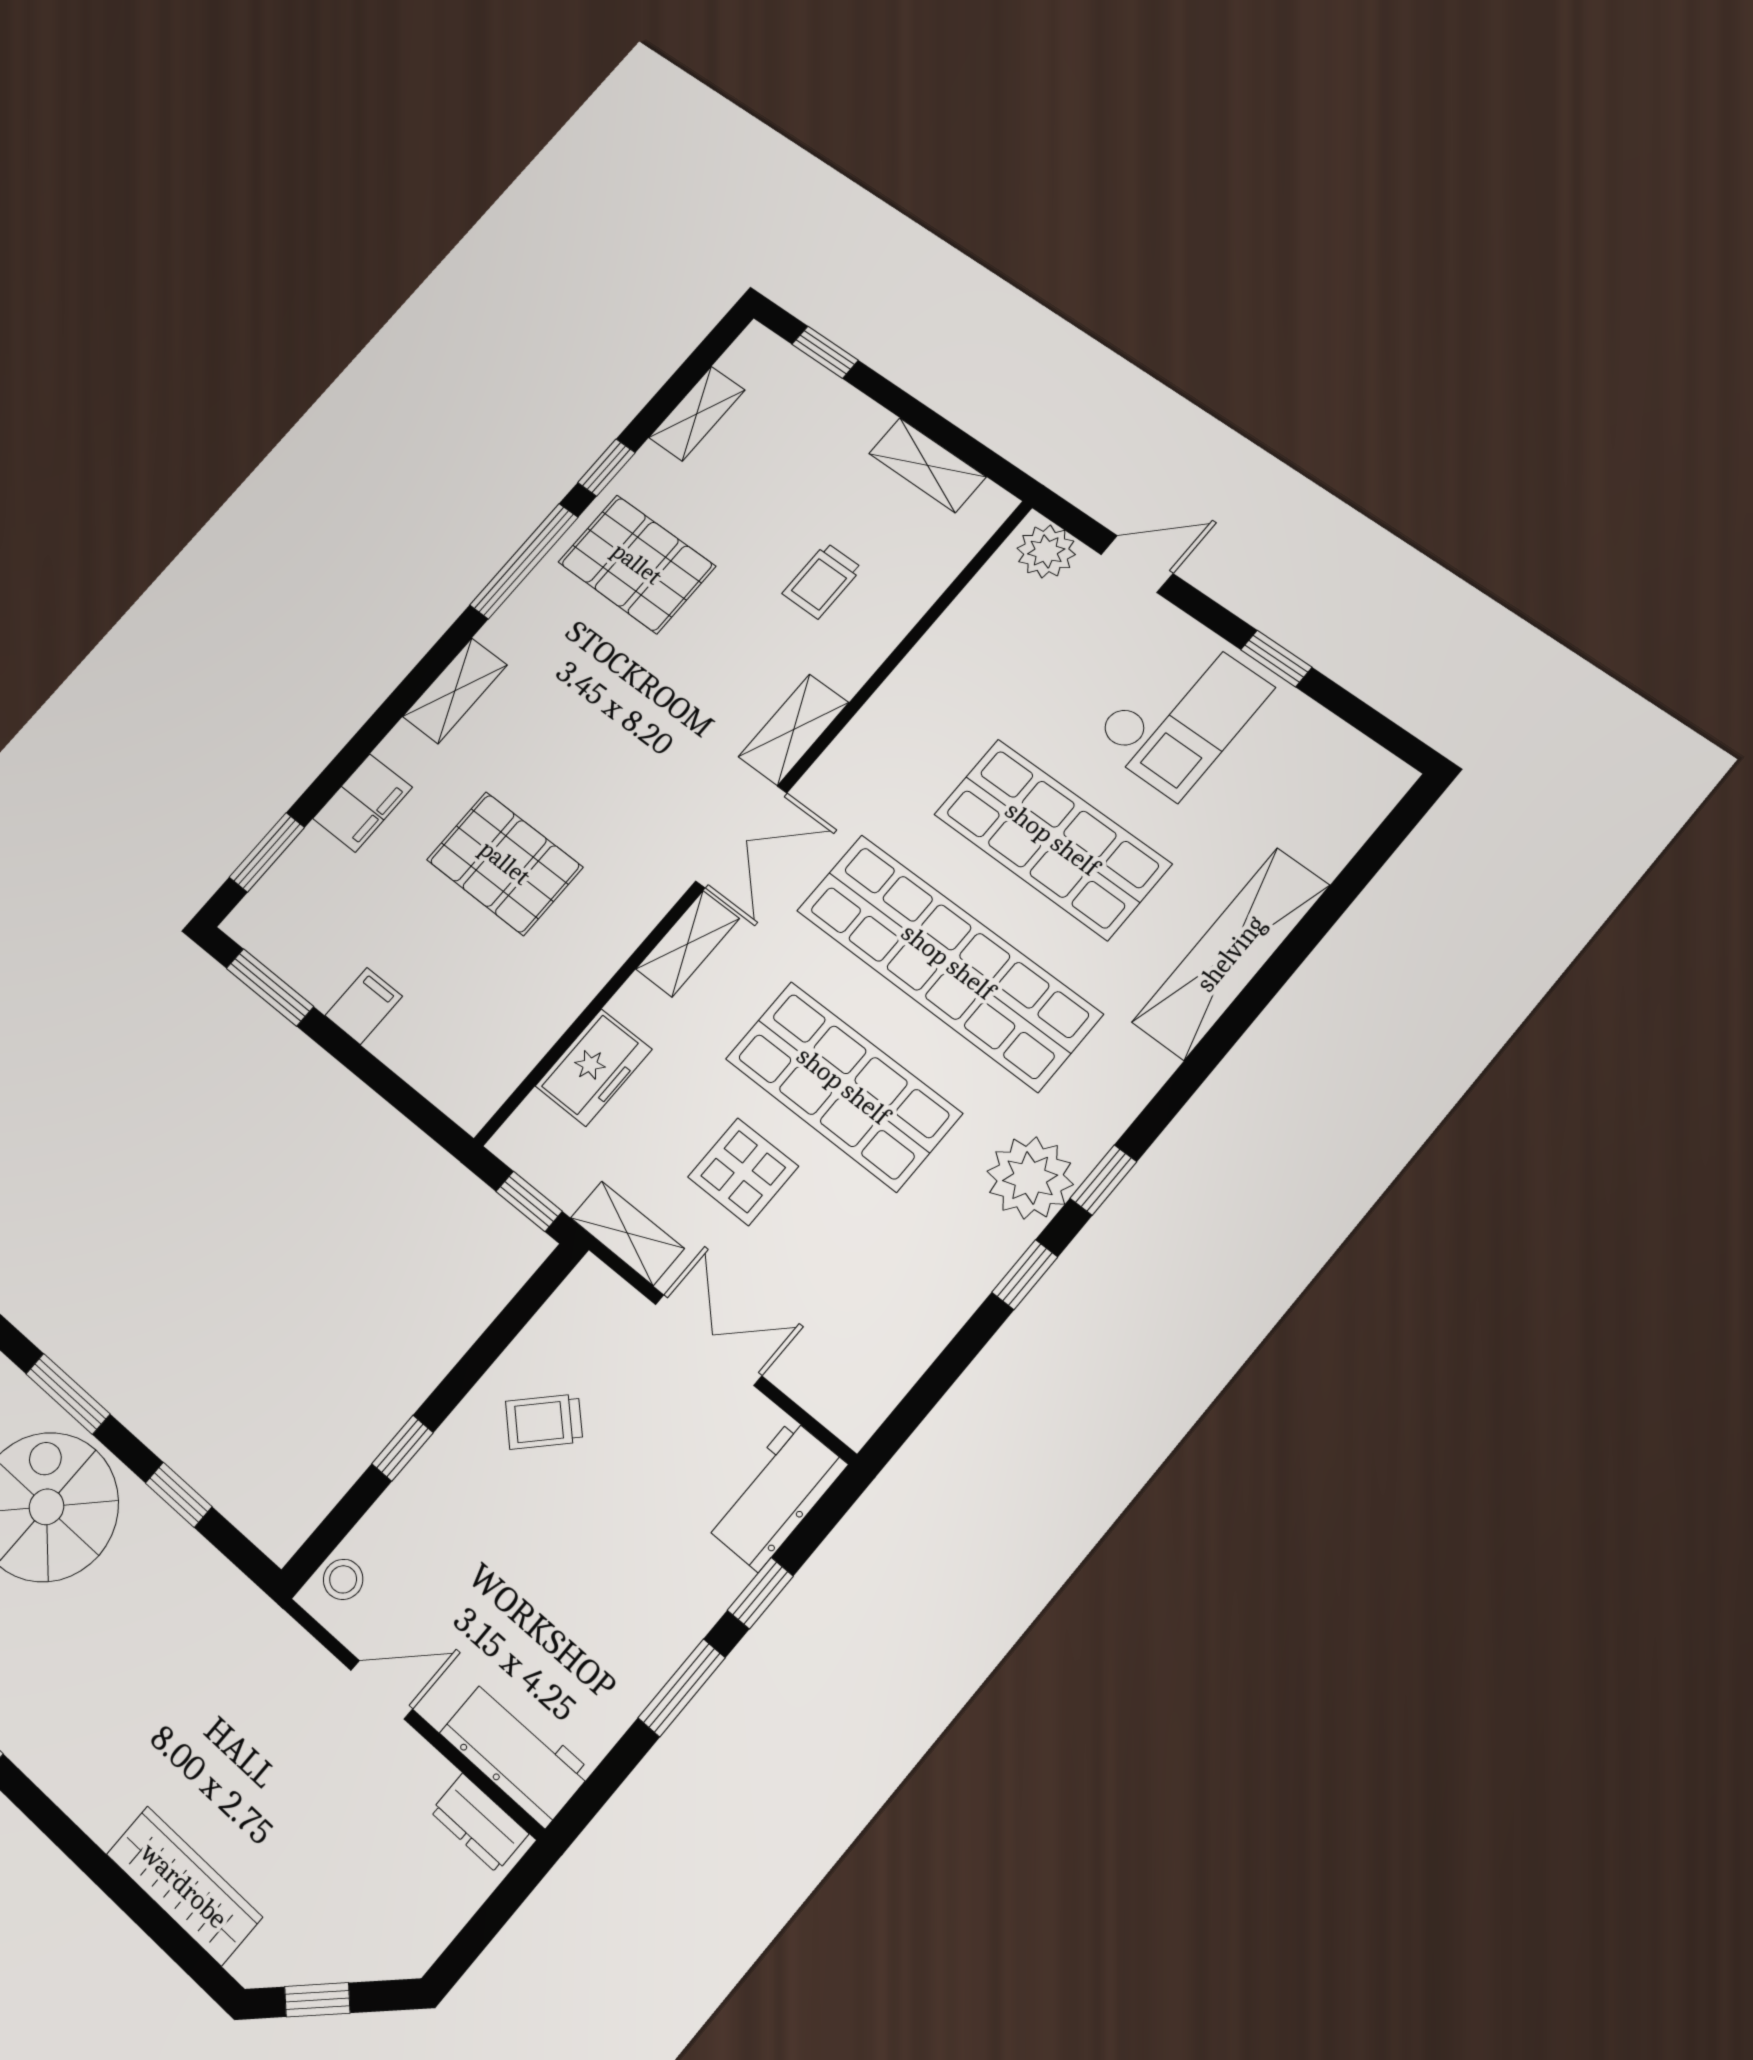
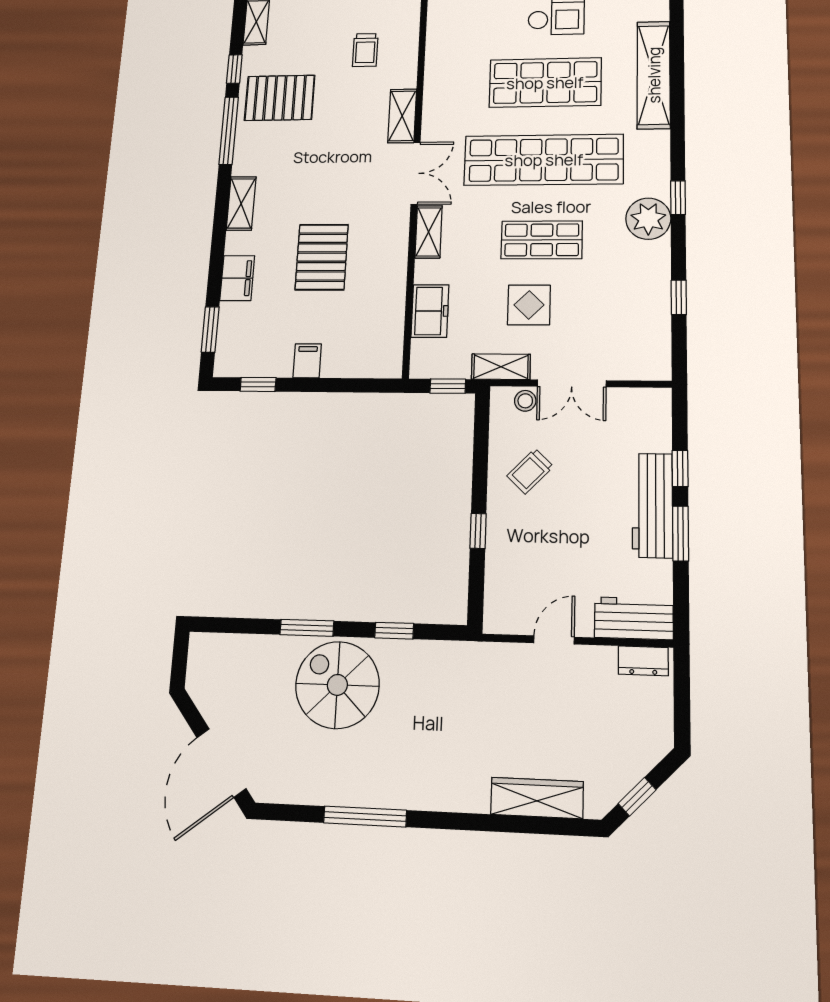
pallet: (505, 863) -> (322, 257), turned 90
window: (270, 987) -> (258, 384), width x0.67
shop shelf: (843, 1086) -> (542, 240), width x0.70, depth x0.74
window: (1025, 1275) -> (679, 297), moved
double door: (708, 1340) -> (572, 383), swing flipped
workbench: (775, 1495) -> (653, 505), moved, width x1.38
stool: (343, 1579) -> (525, 401), moved

